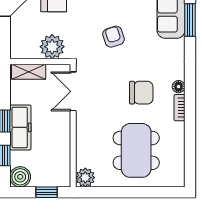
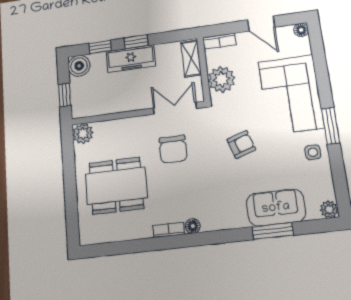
bookcase: (16, 44) -> (219, 41), added
chair: (141, 93) -> (173, 149), moved

